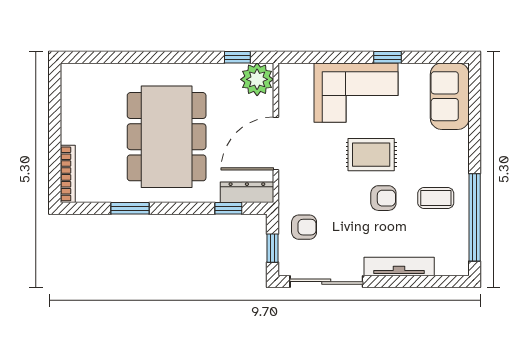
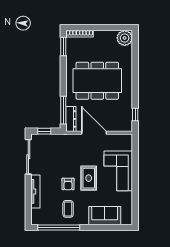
window: (388, 57) -> (135, 186), removed
plant: (257, 79) -> (125, 38), moved
sofa: (450, 96) -> (105, 216), moved
window: (130, 208) -> (63, 46), moved
window: (228, 208) -> (63, 110), width x2.17
armchair: (304, 227) -> (54, 146), removed

